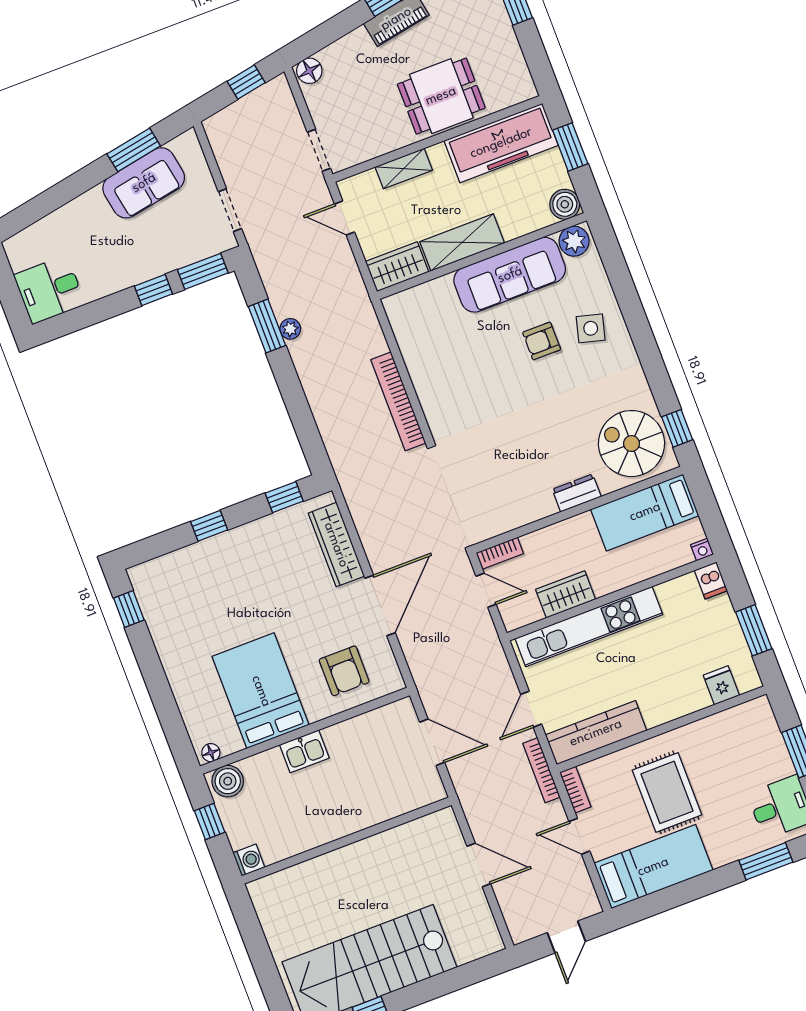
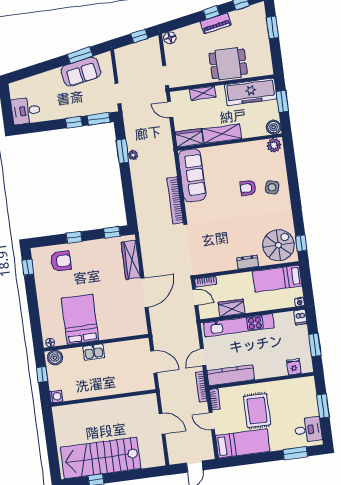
sofa: (510, 275) -> (192, 175), moved, turned -90
spiral stairs: (631, 444) -> (278, 245), turned 90
armchair: (344, 671) -> (61, 261), moved, turned -90

